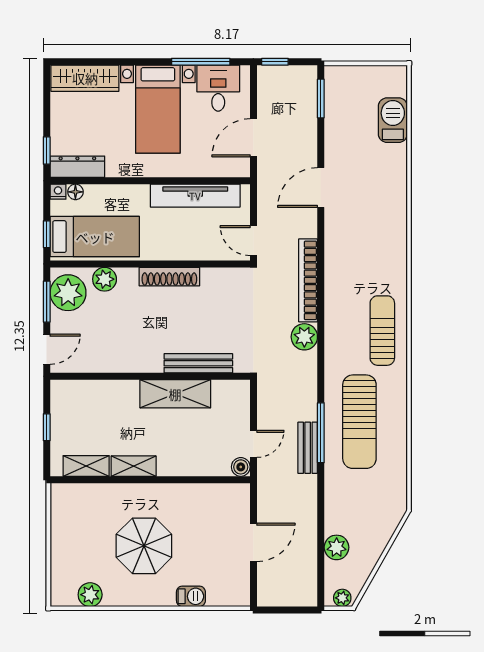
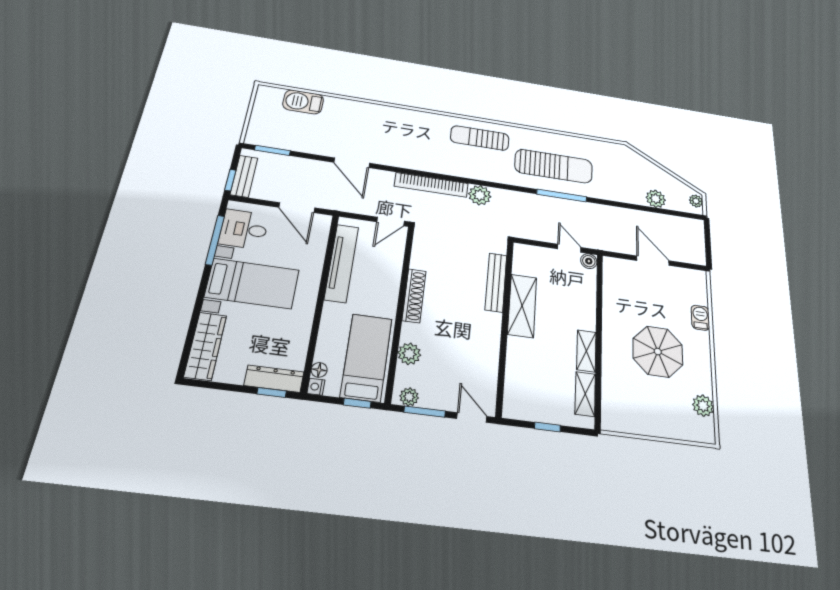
dresser: (77, 167) -> (274, 379), moved, turned 90
plant: (68, 293) -> (409, 397), width x0.53, depth x0.53
bench: (308, 448) -> (244, 176), moved, turned 90

